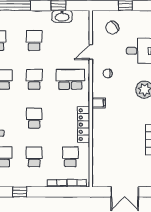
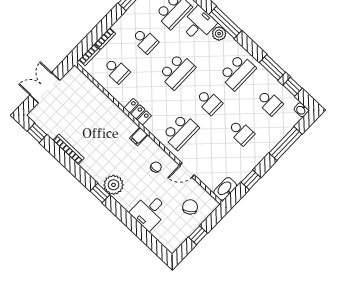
washbasin: (62, 16) -> (225, 189), moved
door: (91, 52) -> (187, 170), swing flipped
school desk: (34, 118) -> (177, 71), width x1.85
locker: (84, 125) -> (138, 112), width x0.66

